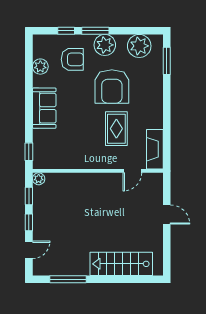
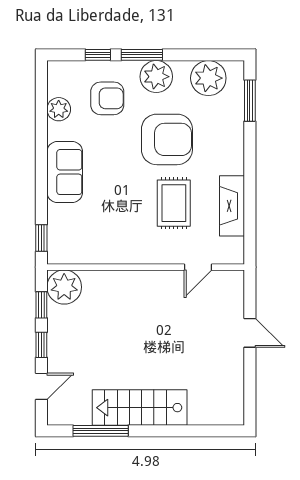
armchair: (112, 87) -> (167, 139), turned -90
fireplace: (155, 149) -> (232, 206), moved
plant: (39, 179) -> (64, 287), width x1.87, depth x1.87
stairs: (121, 264) -> (140, 408), moved

